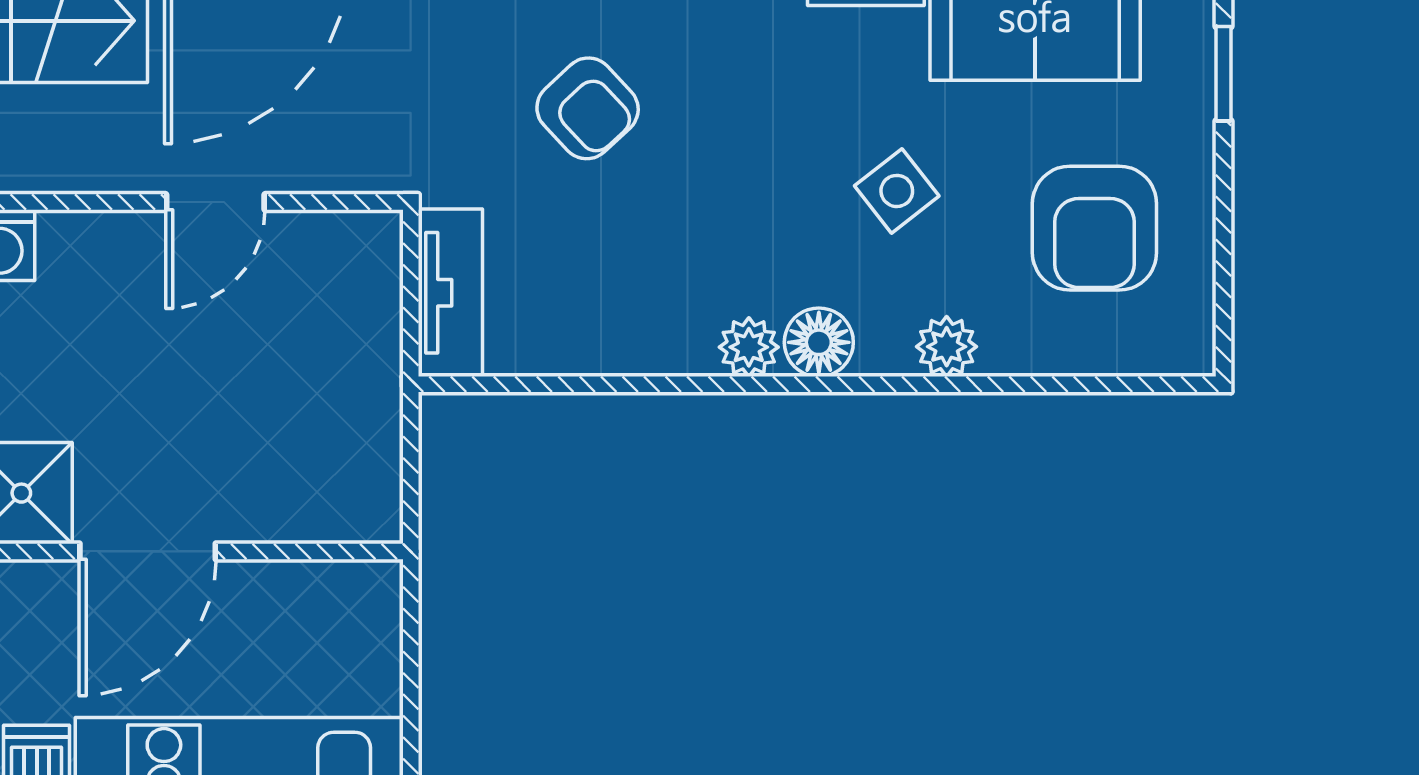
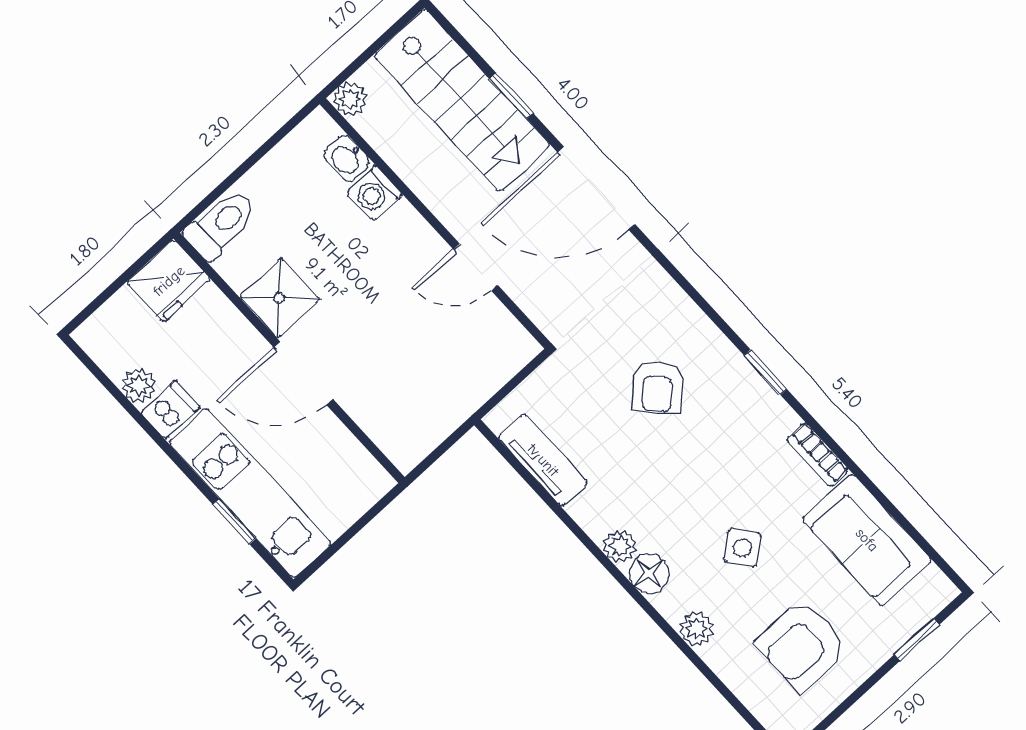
tv unit: (450, 293) -> (543, 460), moved, turned -90

